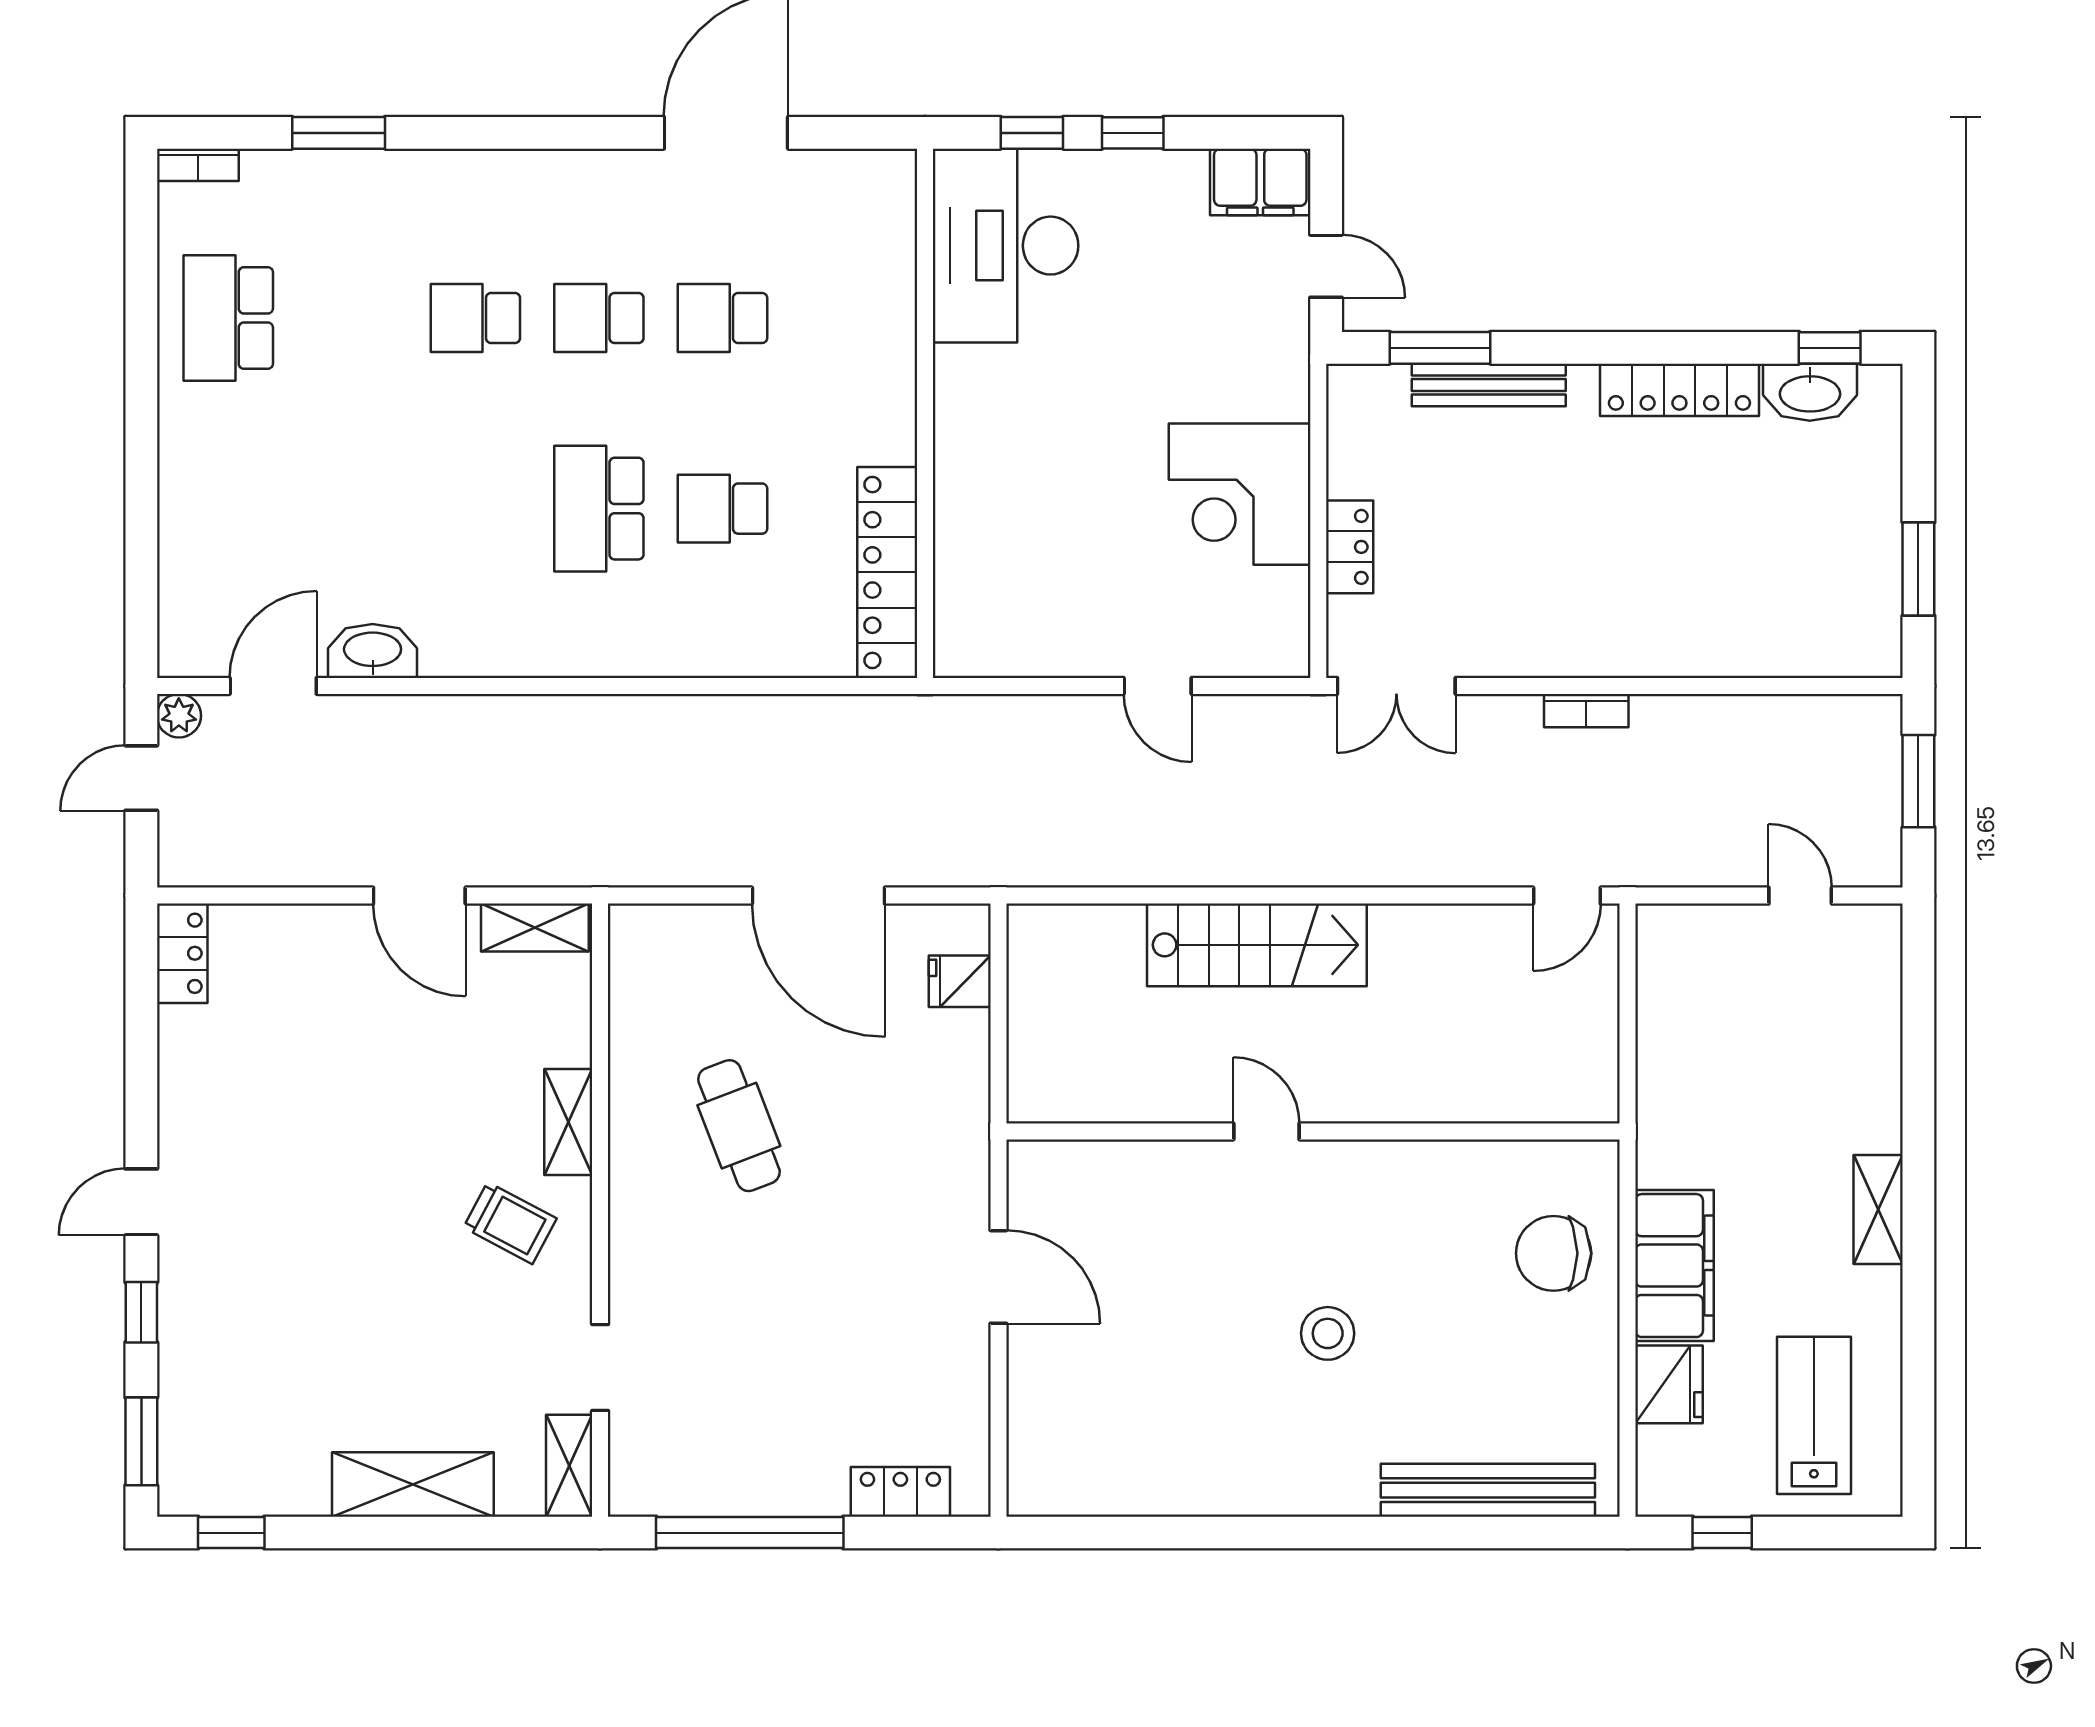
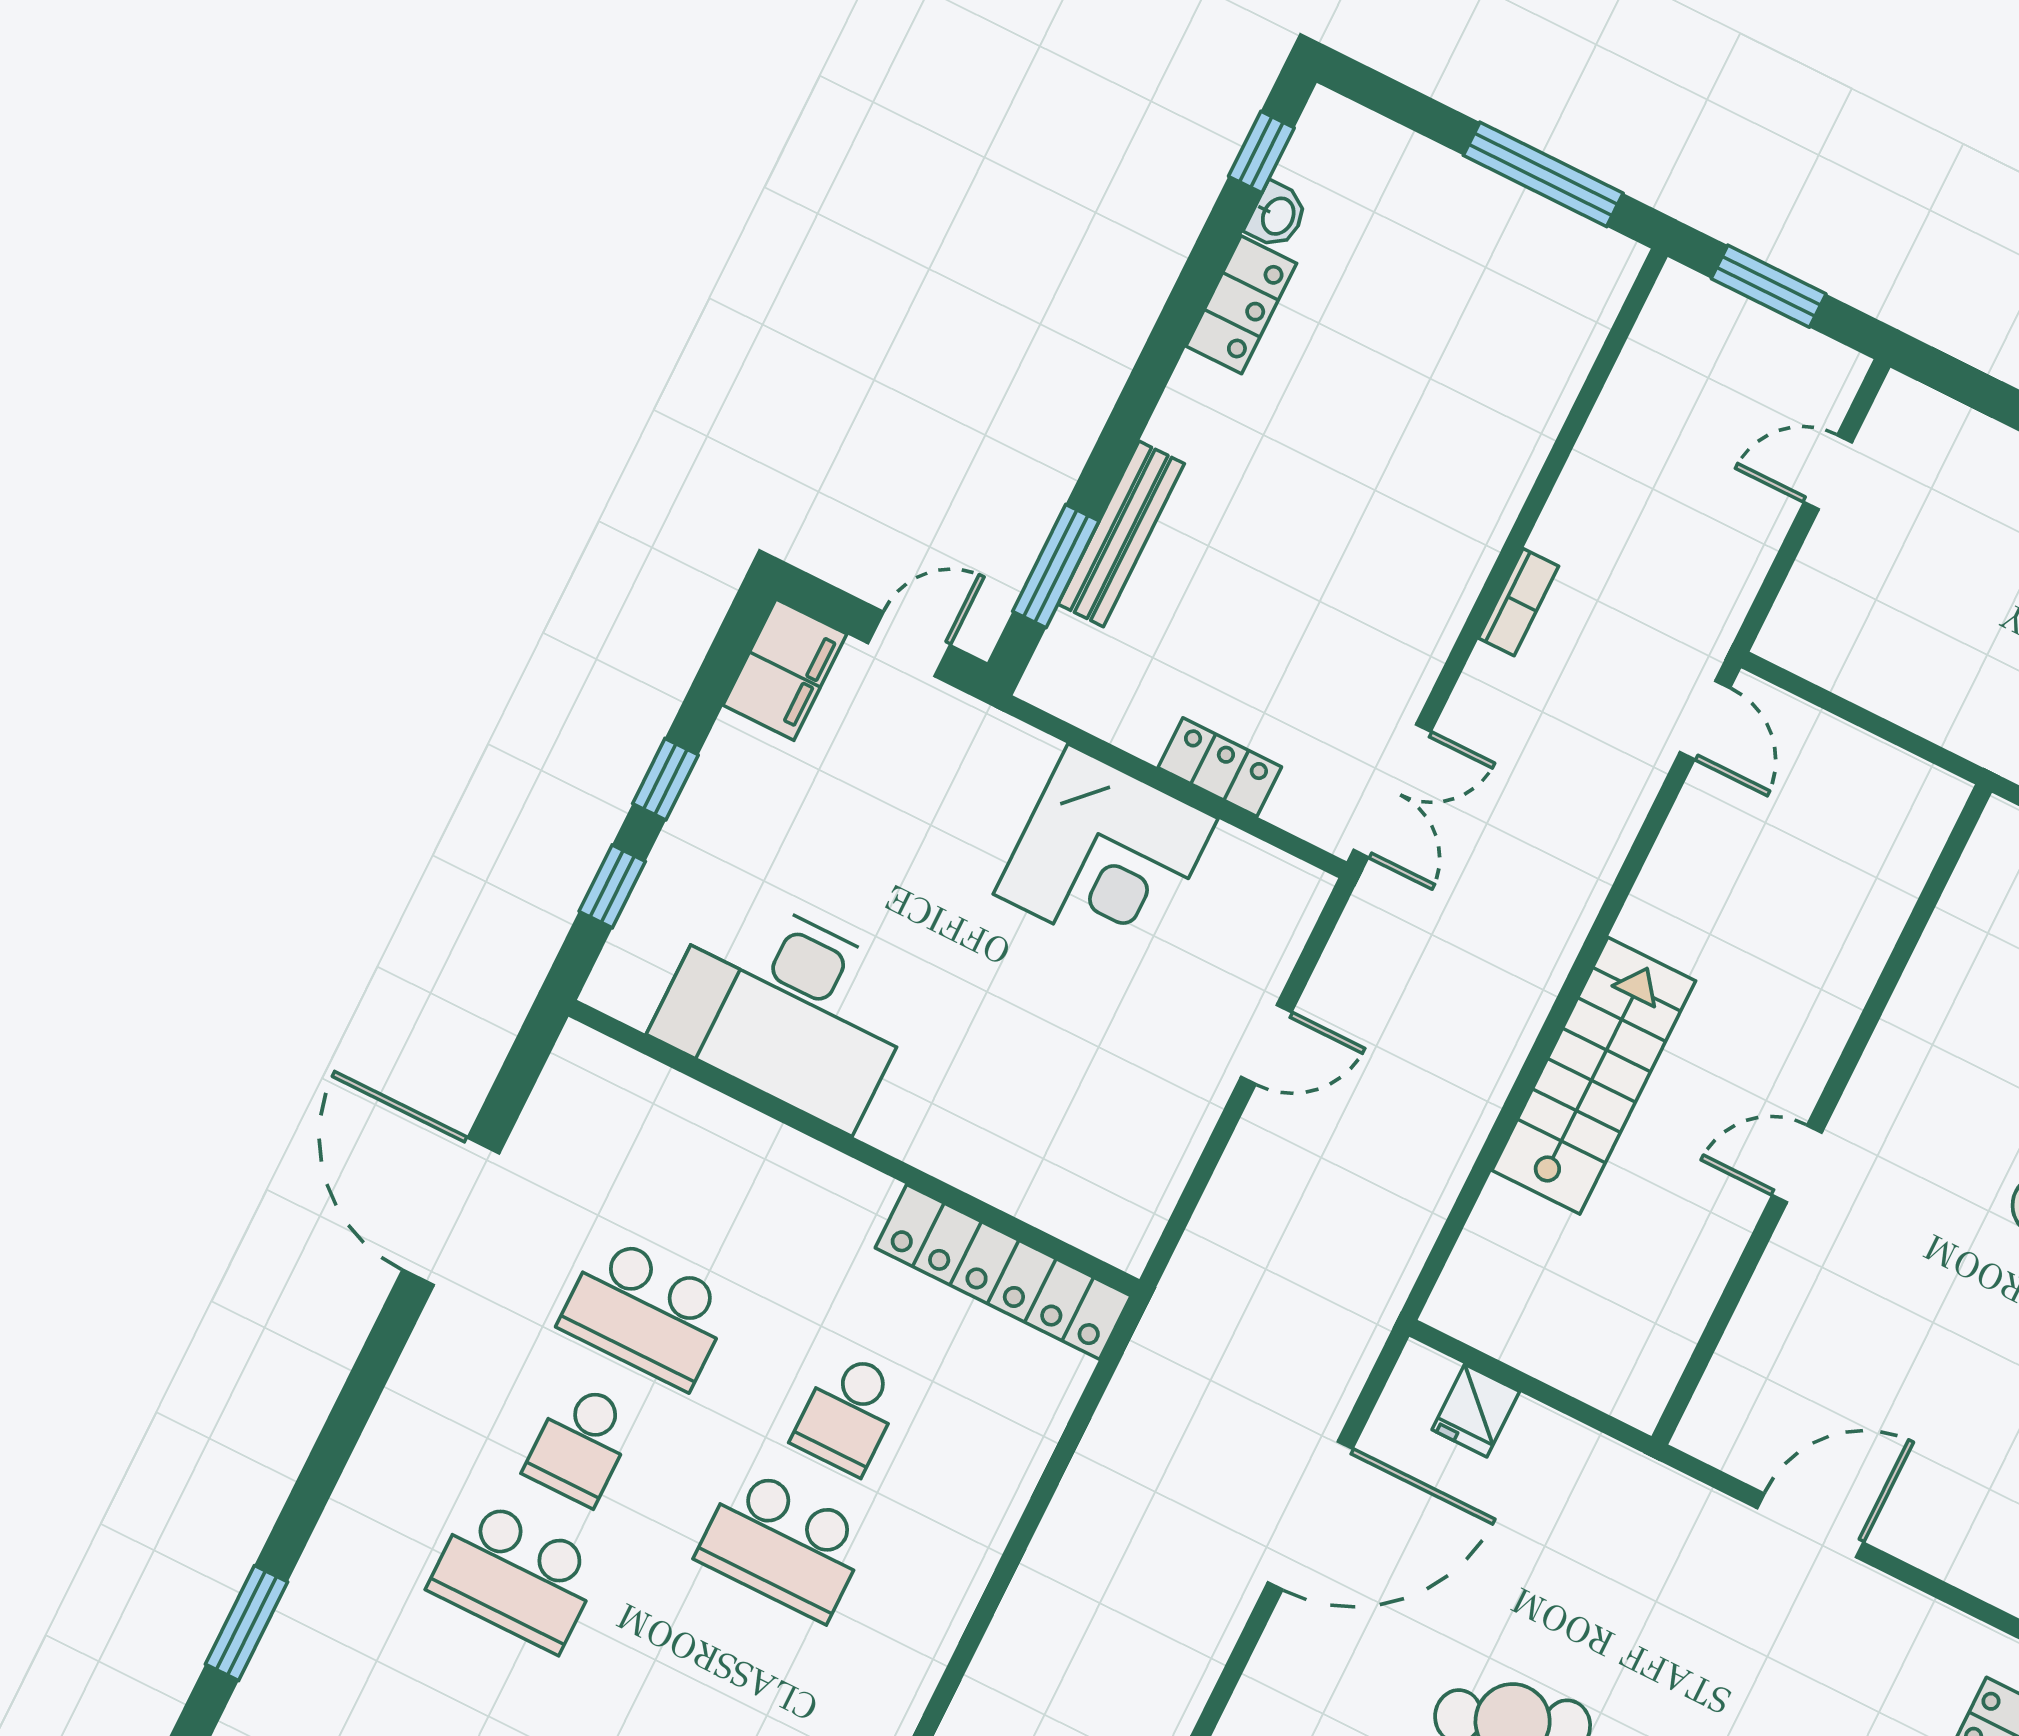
desk: (1006, 246) -> (787, 1008), moved
school desk: (475, 318) -> (515, 1575), width x1.85
school desk: (722, 318) -> (646, 1313), width x1.85
locker: (1679, 390) -> (1241, 305), width x0.66
washbasin: (1810, 392) -> (1277, 215), width x0.52, depth x0.69
window: (1918, 569) -> (1543, 174), width x1.44

